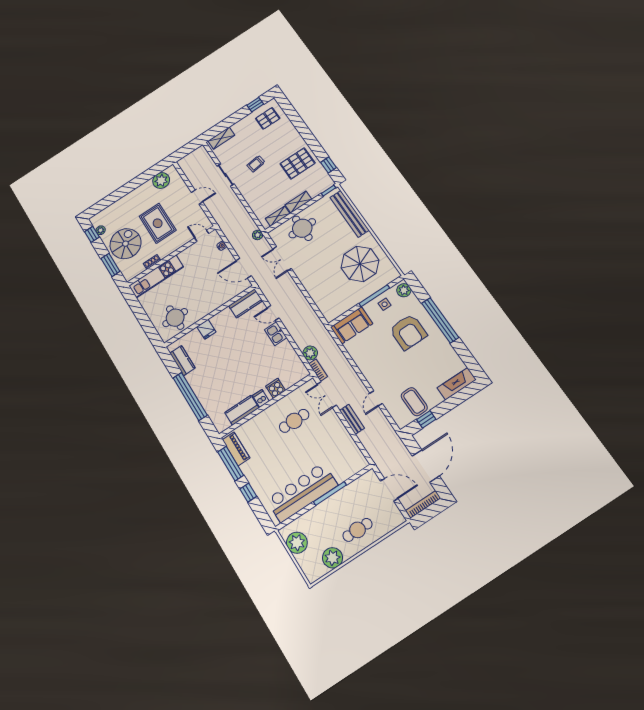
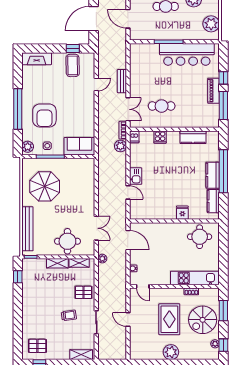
pallet: (297, 163) -> (83, 292), moved, width x0.67, depth x0.71
plant: (161, 180) -> (171, 352), moved
kitchen counter: (246, 303) -> (213, 175), moved, turned -90
armchair: (408, 332) -> (44, 116), turned 180
dishwasher: (261, 398) -> (134, 137), moved
piano: (236, 449) -> (214, 91), moved

